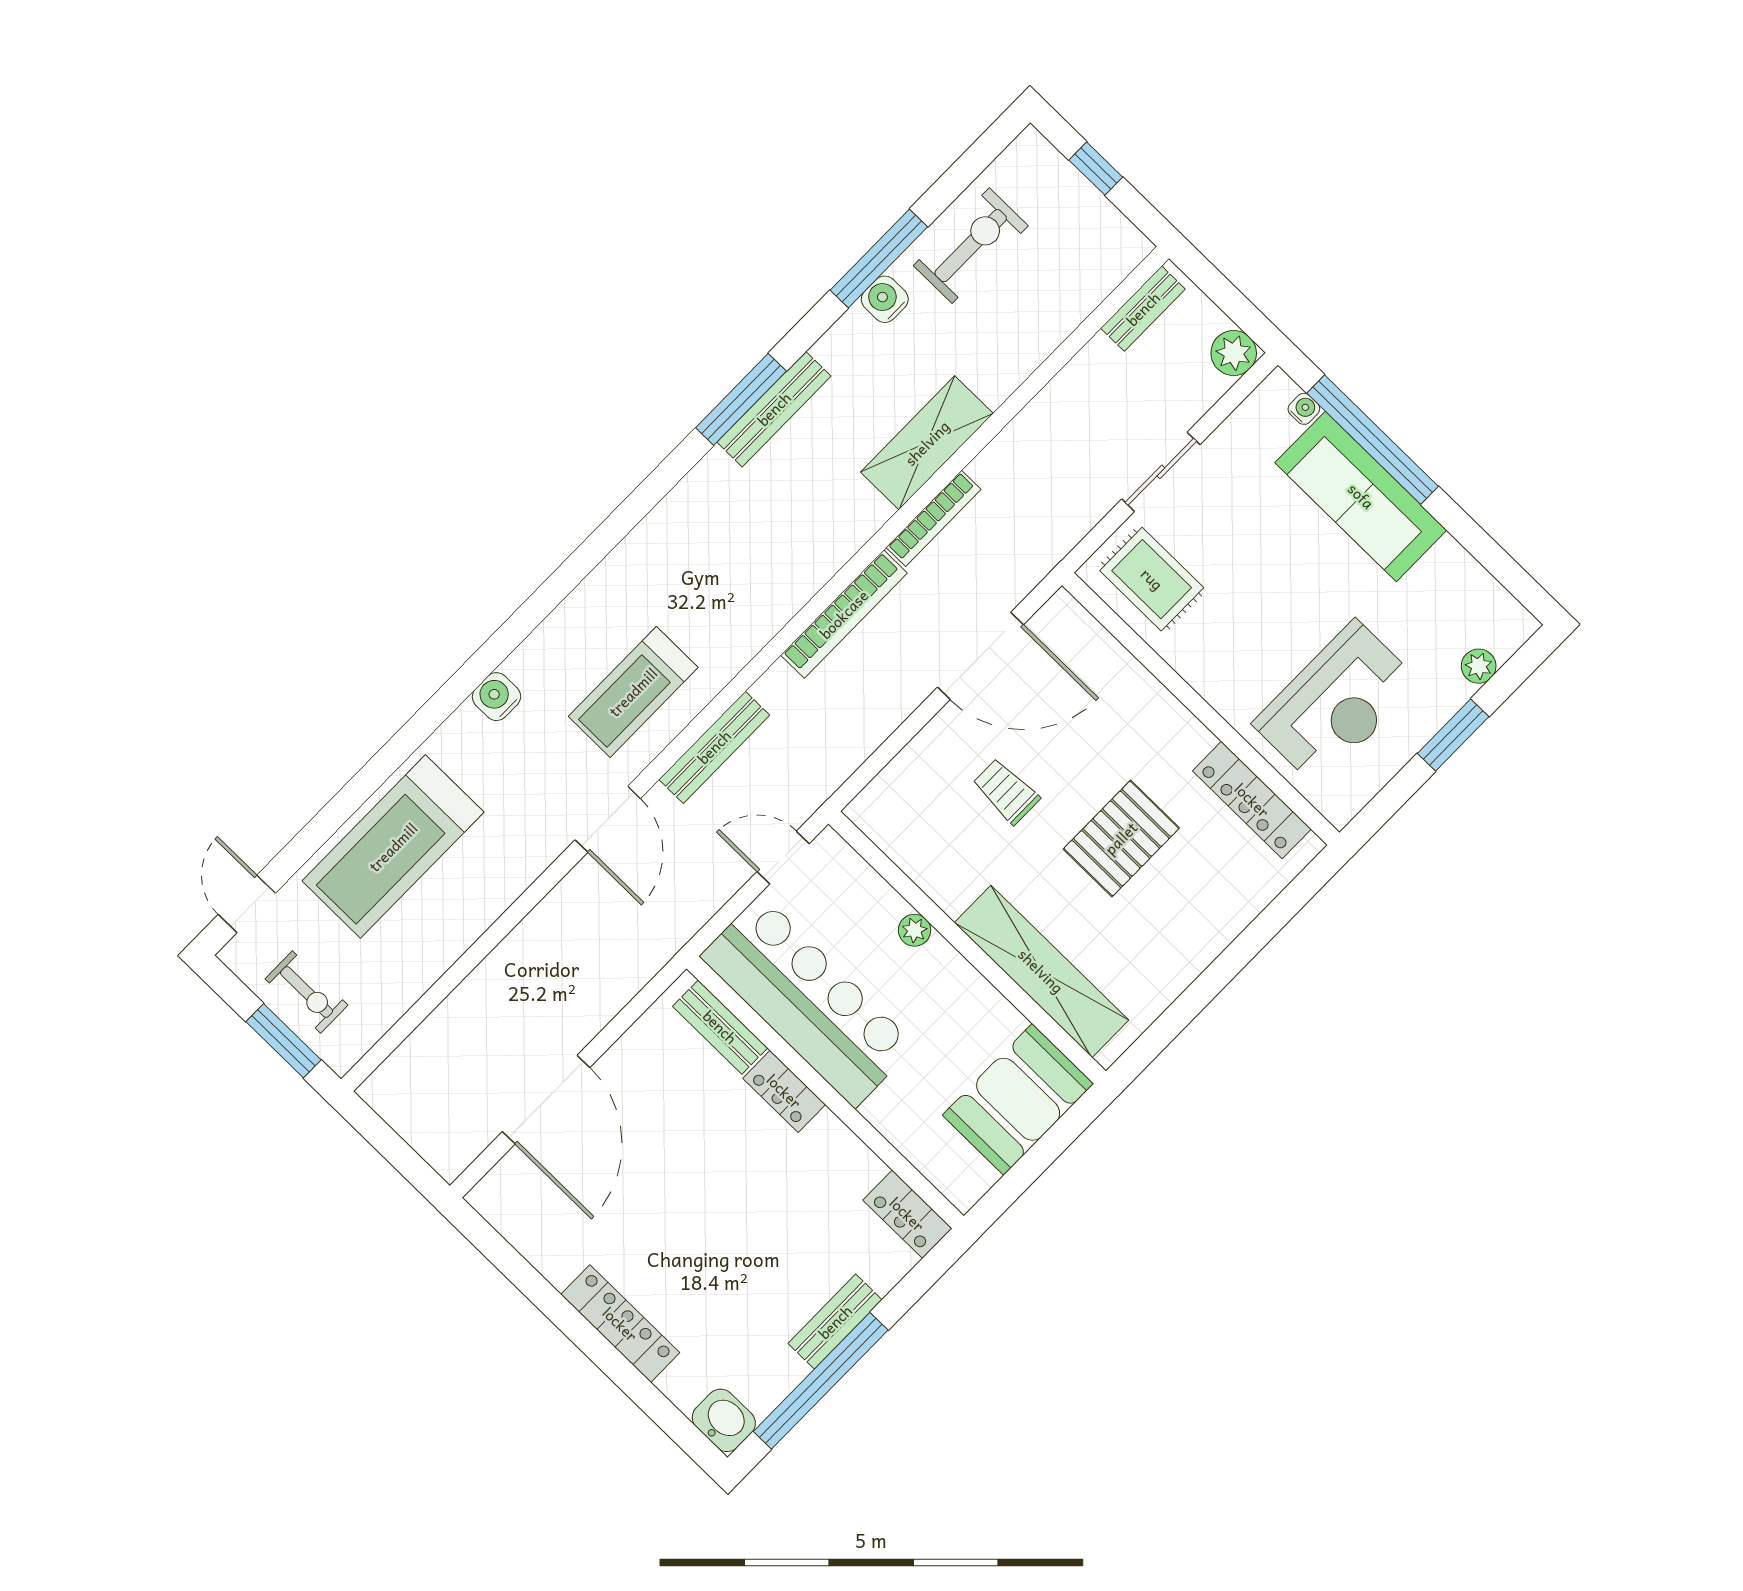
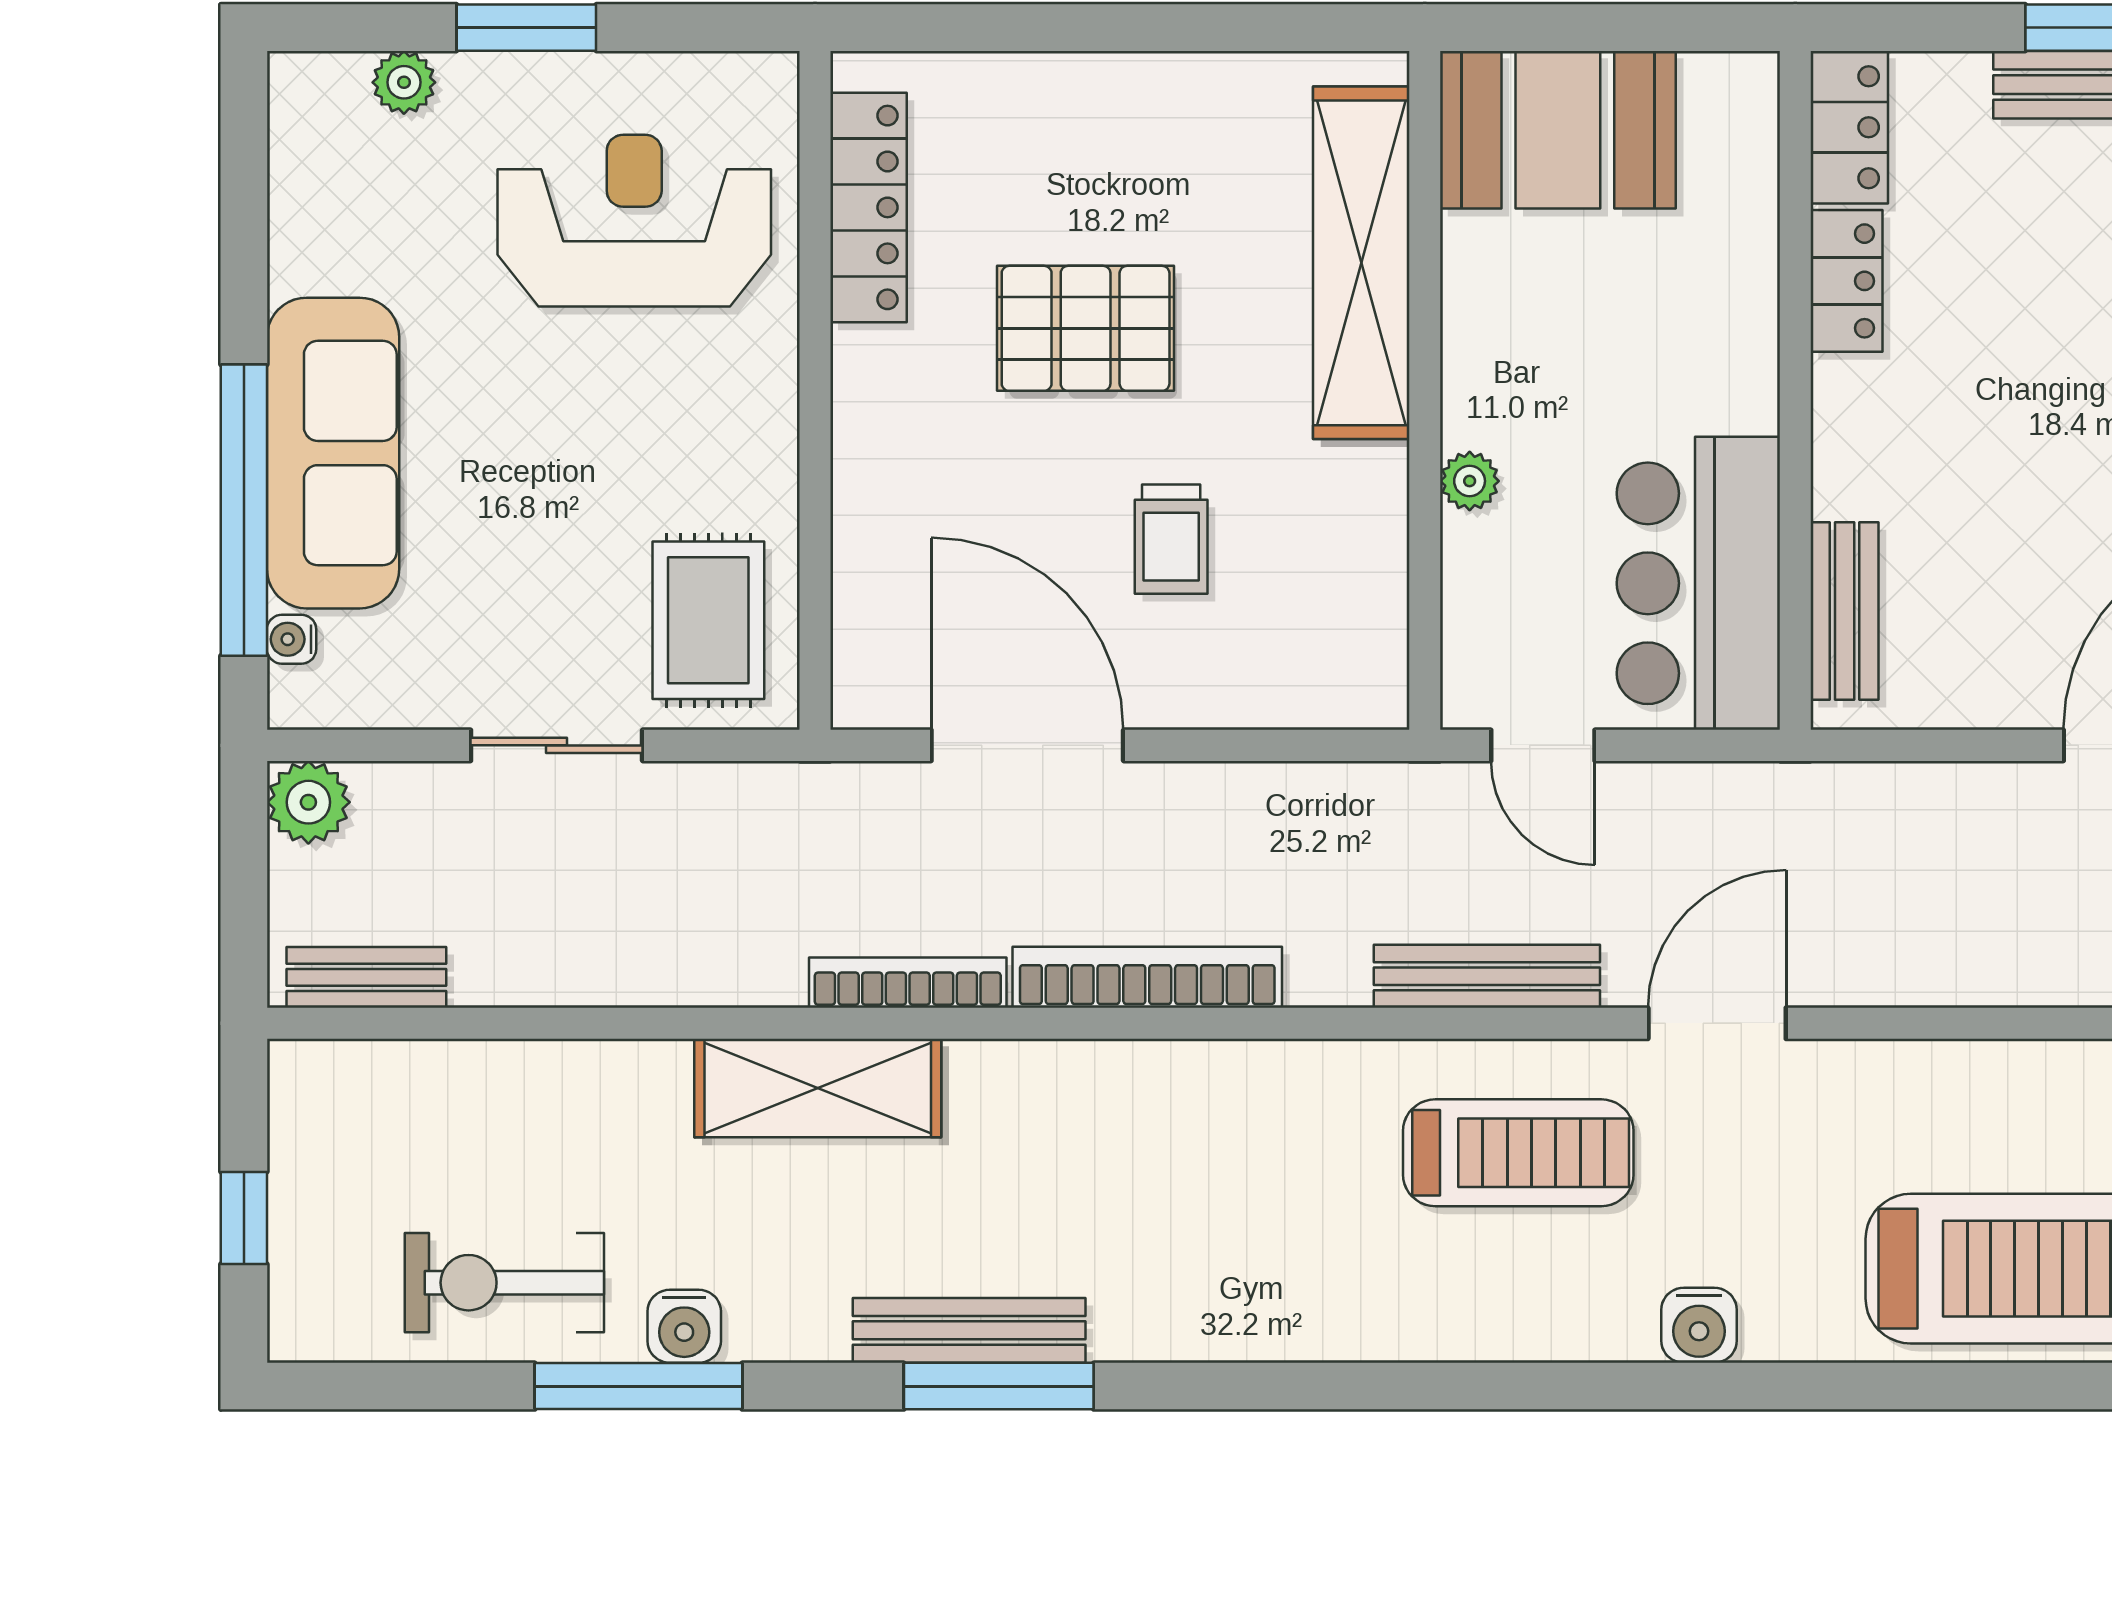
bar counter: (808, 1001) -> (1698, 583), width x0.73
locker: (784, 1091) -> (1847, 281), moved

